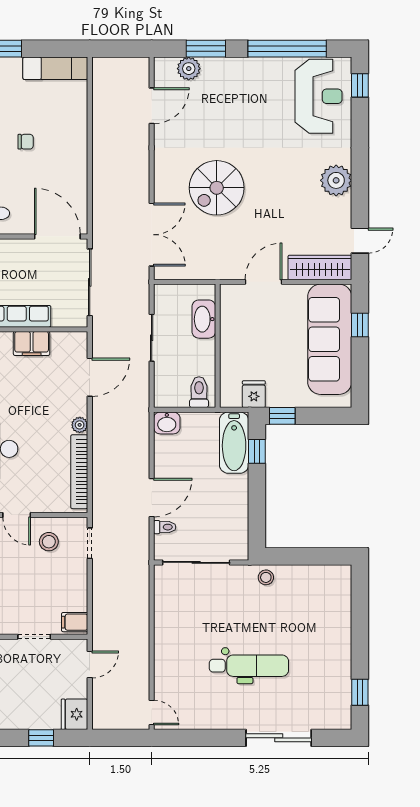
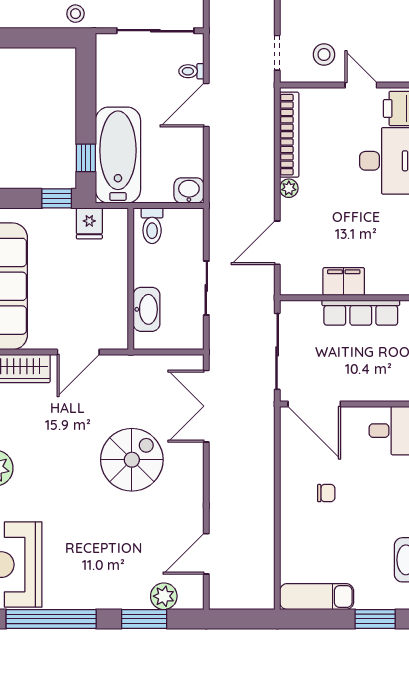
chair: (26, 142) -> (326, 493), moved, turned 180
bathtub: (234, 443) -> (118, 155), width x1.36, depth x1.36

